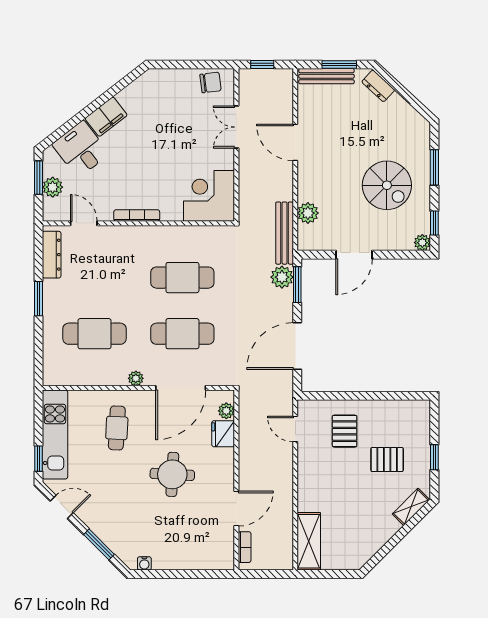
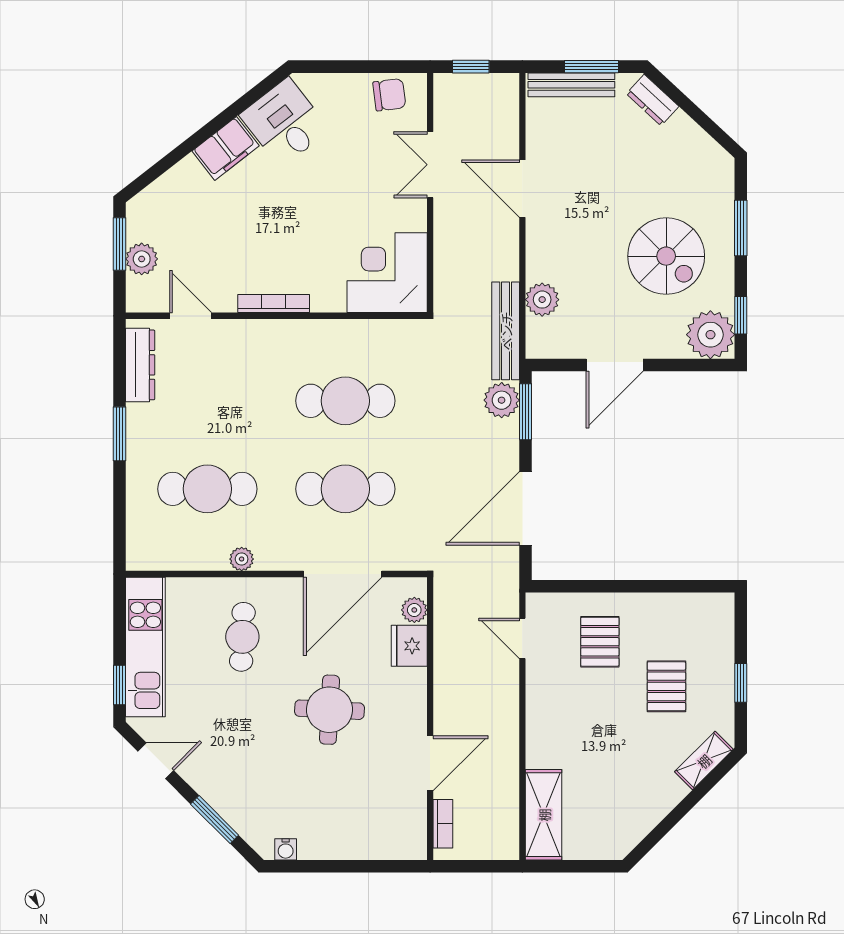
desk: (81, 149) -> (285, 122), moved
plant: (422, 243) -> (710, 335), width x1.88, depth x1.88
plant: (136, 378) -> (242, 559), moved
pallet: (387, 460) -> (666, 686), turned 90

